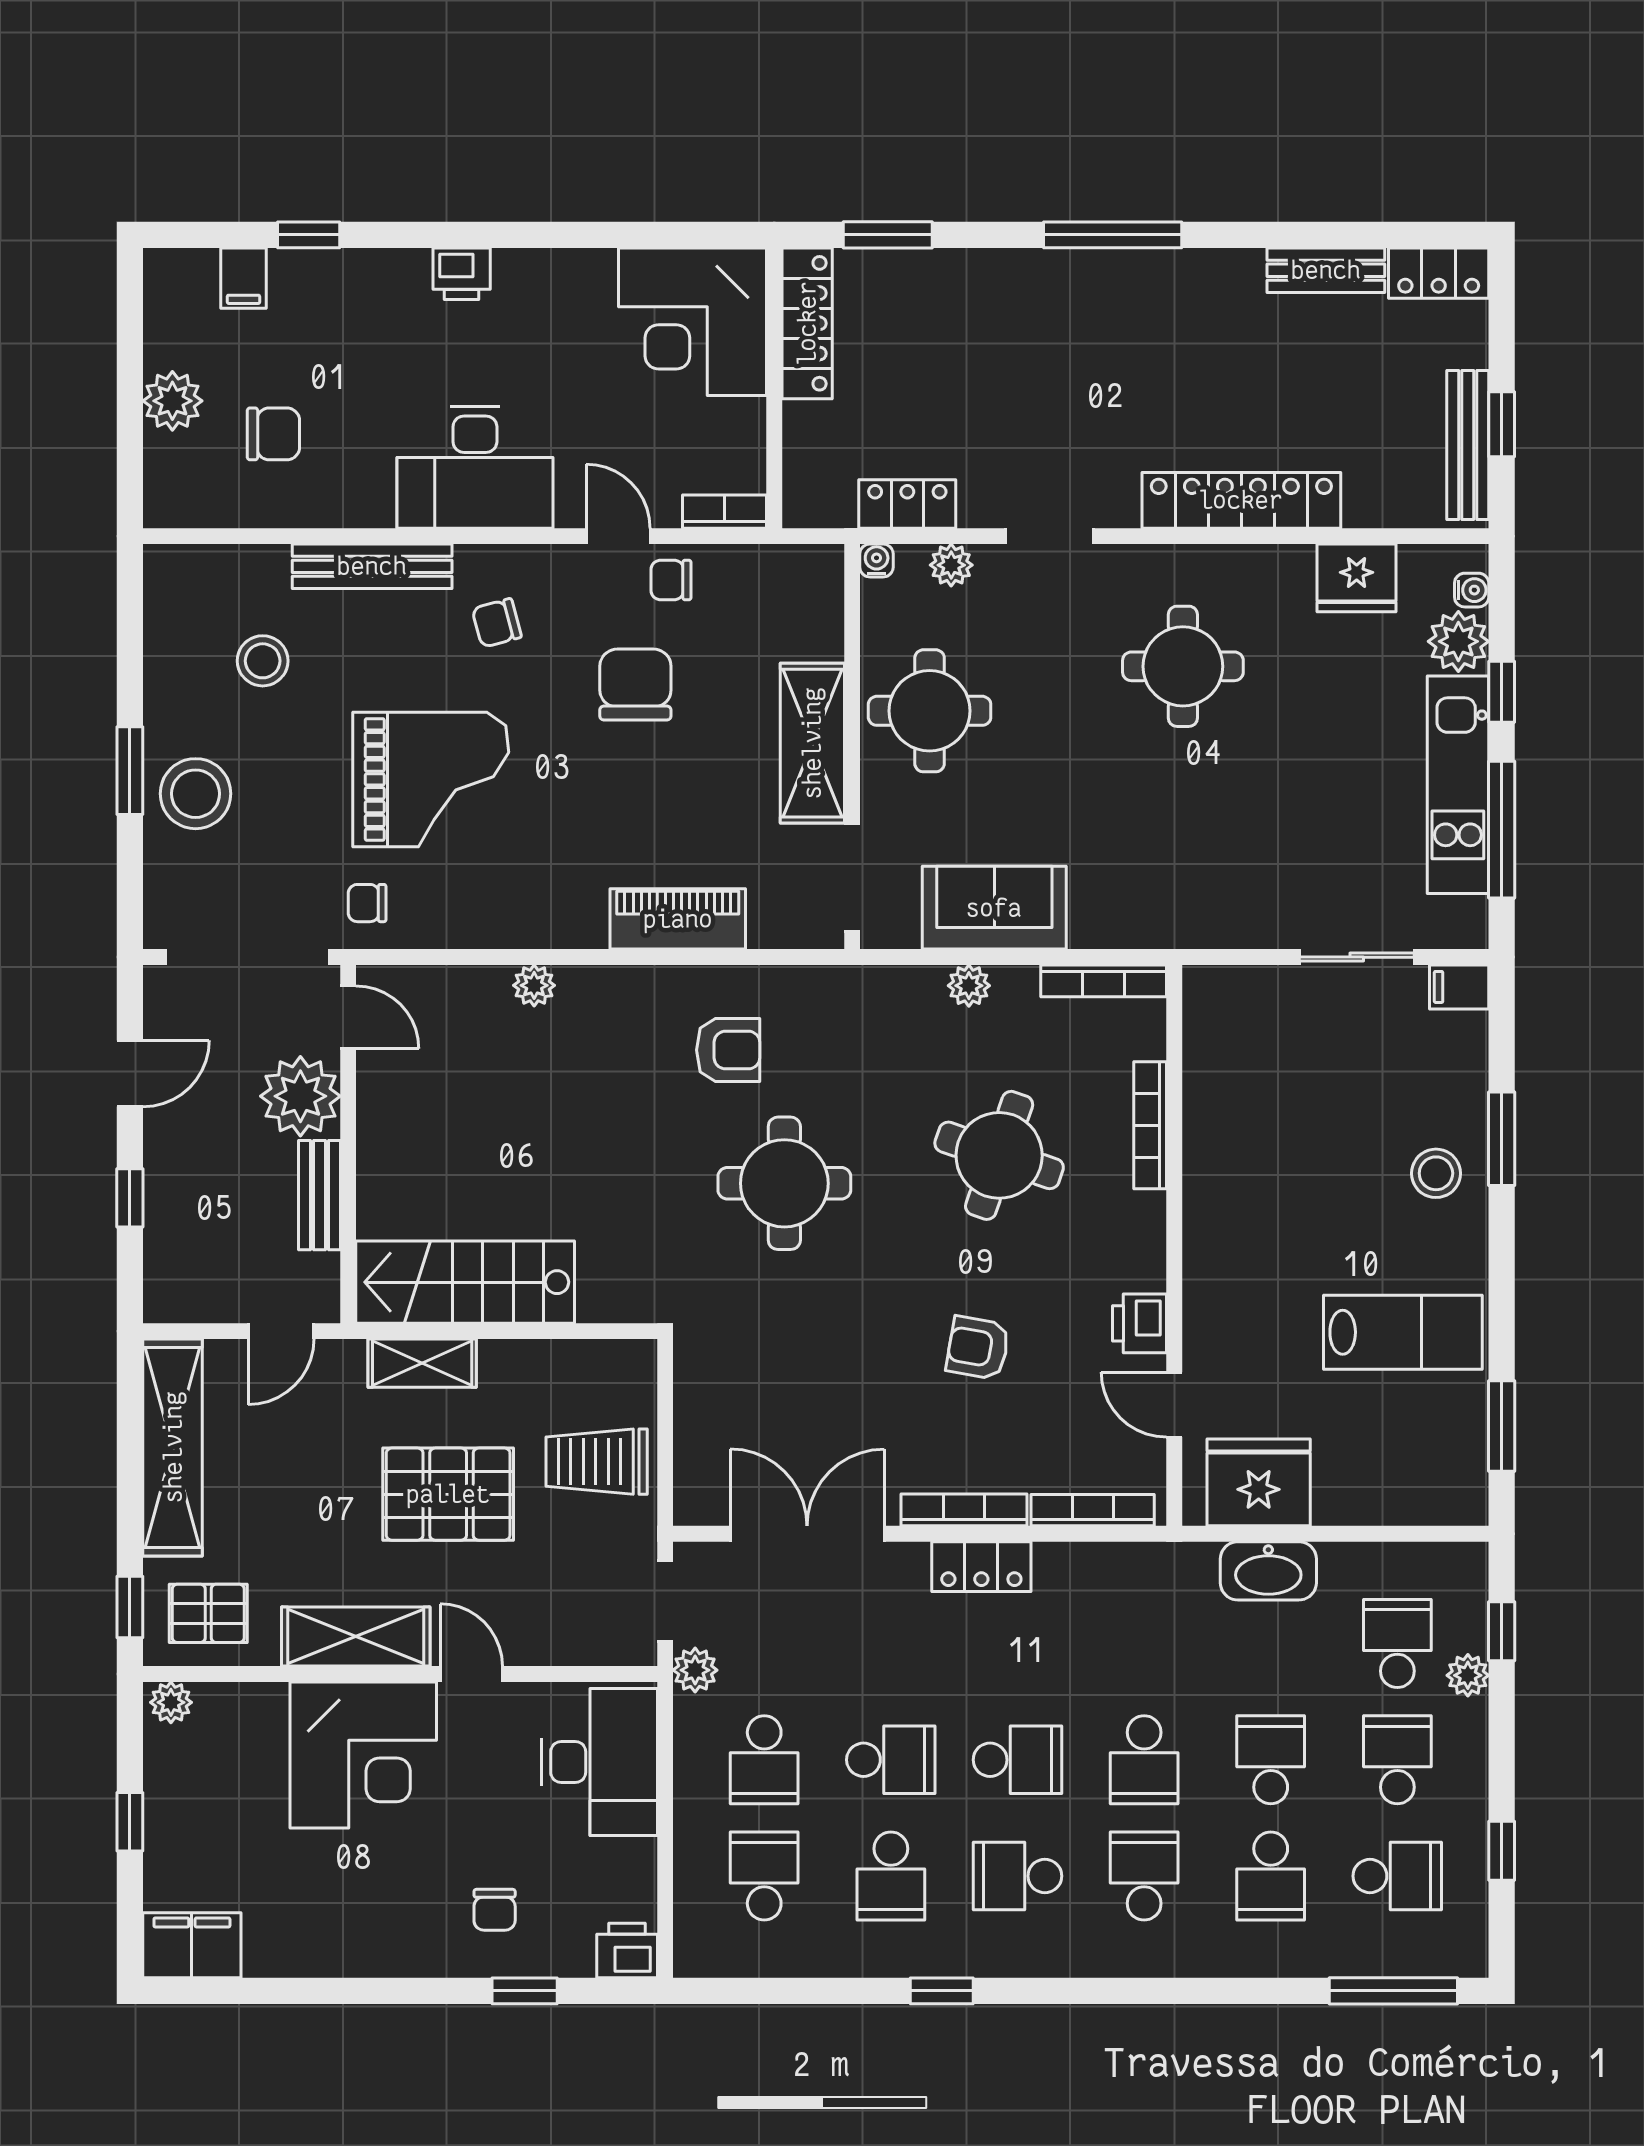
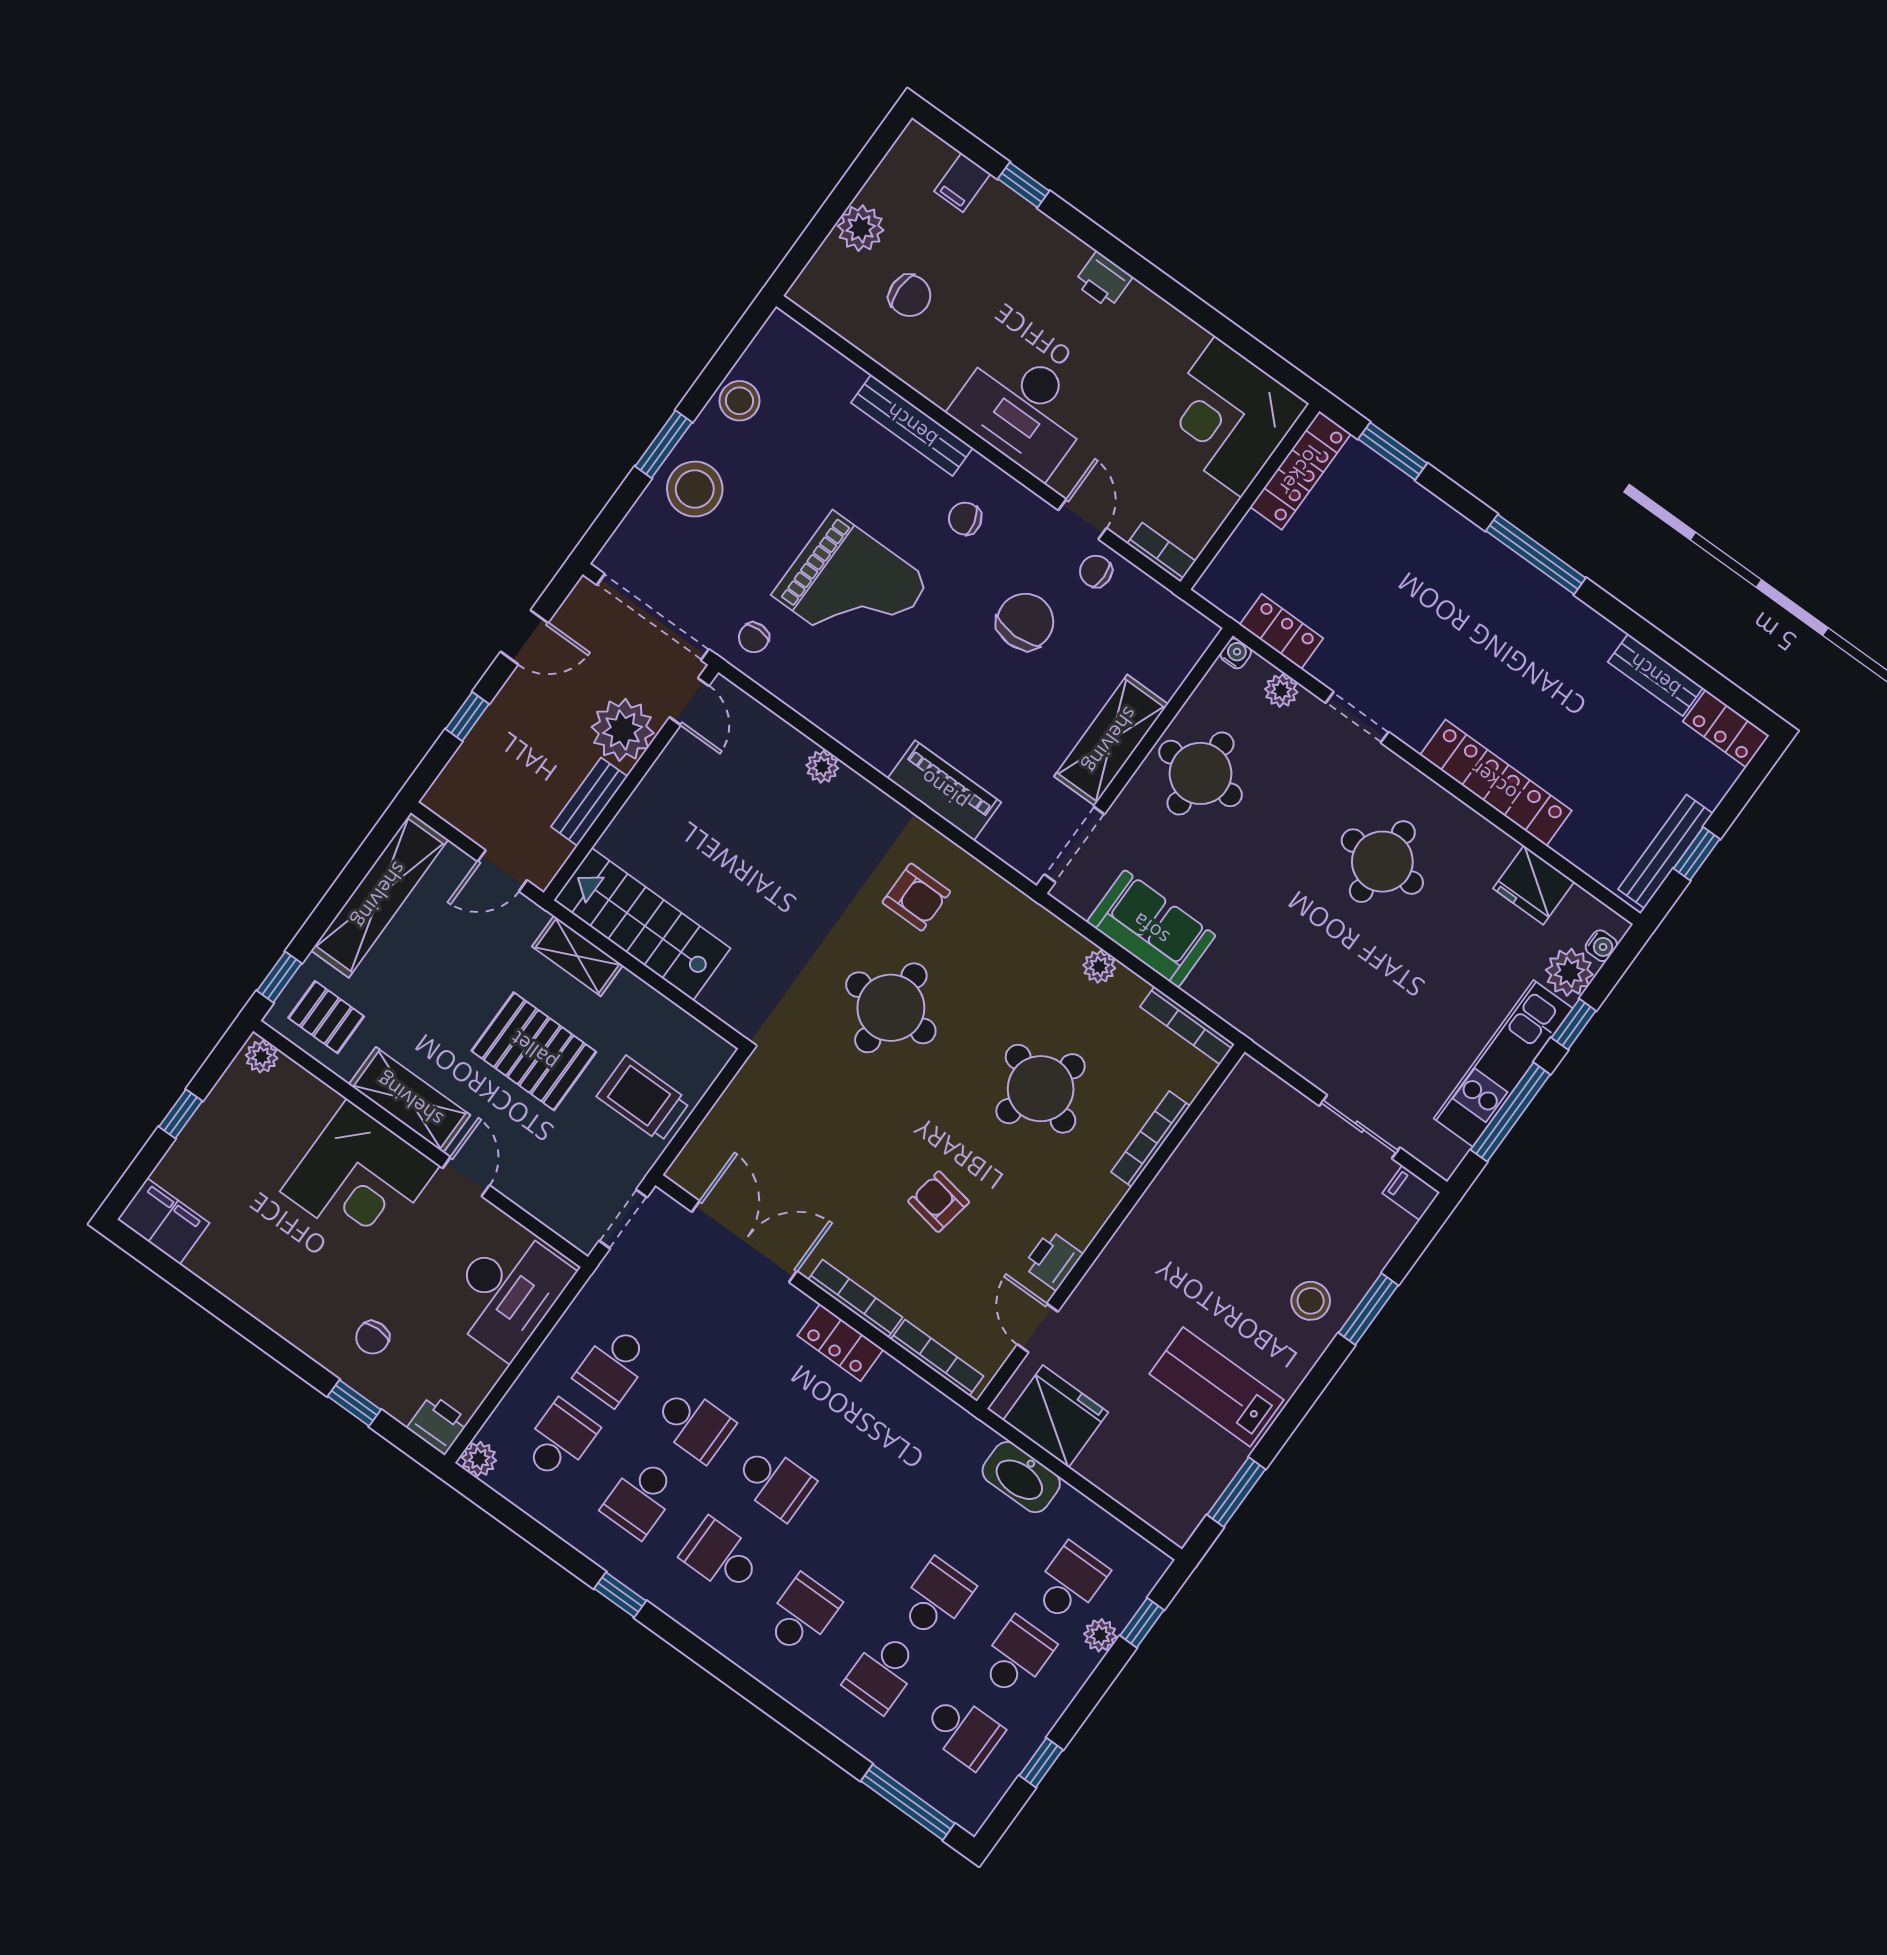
stool: (263, 661) -> (740, 401), moved
chair: (367, 903) -> (754, 638), turned -90
lab bench: (1403, 1332) -> (1217, 1387), turned 180
plant: (695, 1670) -> (479, 1459), moved
school desk: (1144, 1760) -> (855, 1540), removed

